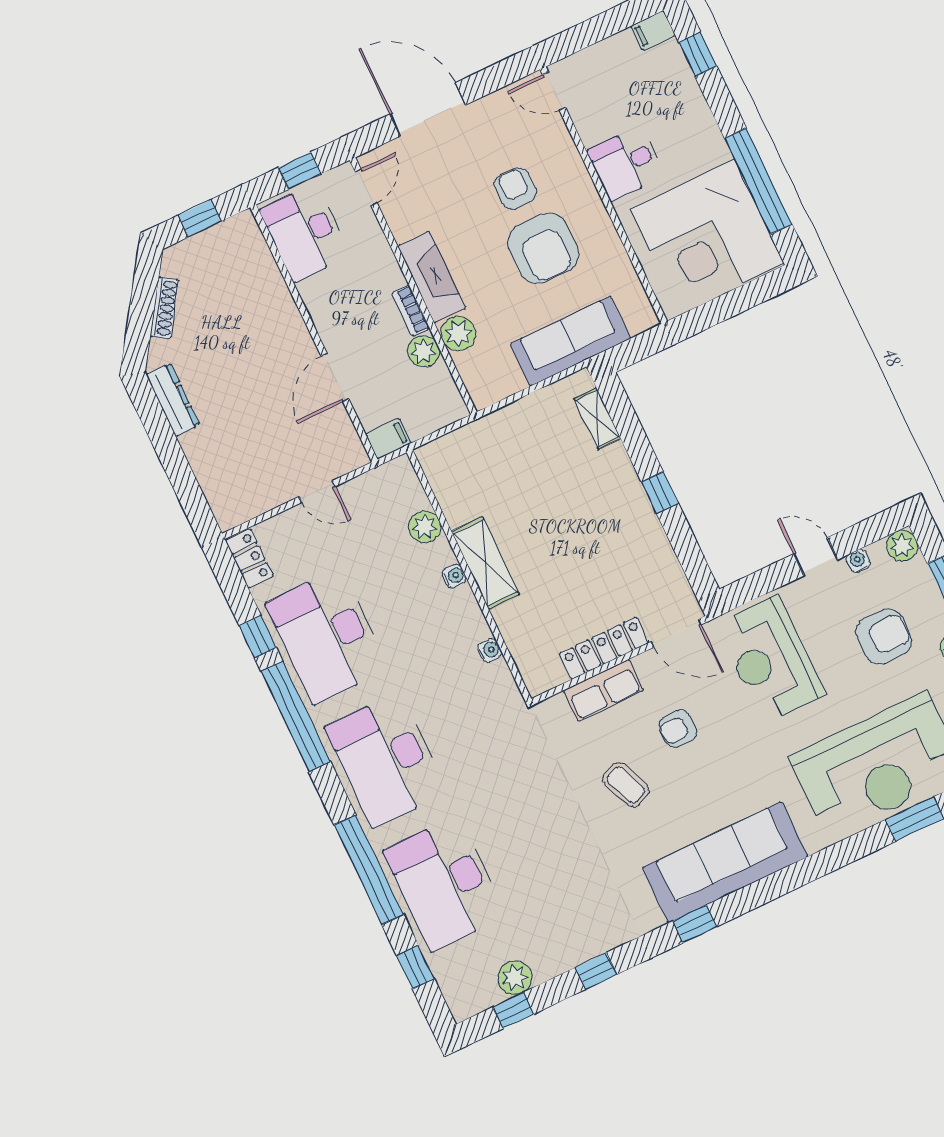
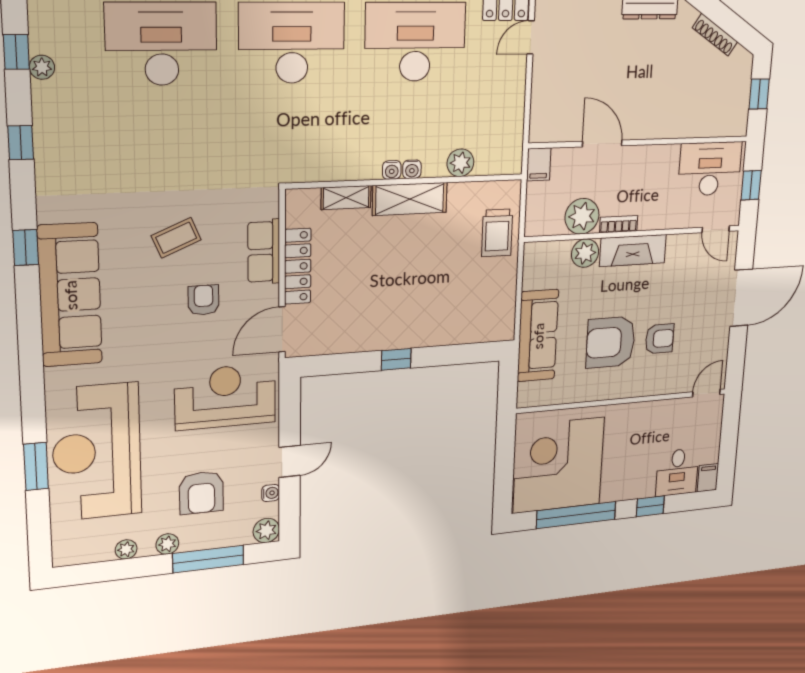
window: (698, 54) -> (650, 506), moved
desk: (626, 163) -> (677, 472), moved, turned 180
plant: (423, 351) -> (582, 216), width x1.36, depth x1.36
shelving: (597, 419) -> (346, 198), moved
trolley: (479, 448) -> (497, 233), added
door: (317, 492) -> (531, 37), moved
water cooler: (490, 650) -> (392, 170), moved
plant: (515, 978) -> (42, 67), width x0.73, depth x0.73

